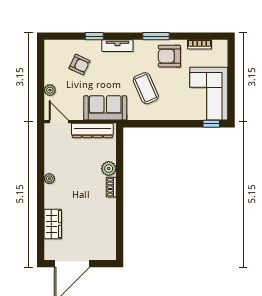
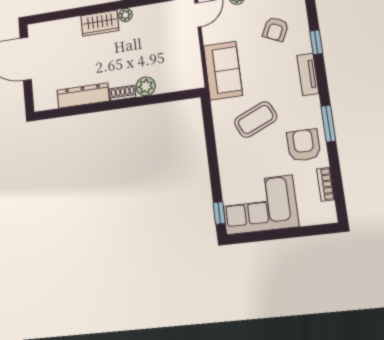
dresser: (92, 130) -> (83, 96), moved, turned 90
wardrobe: (53, 224) -> (100, 23), moved

